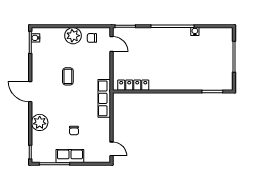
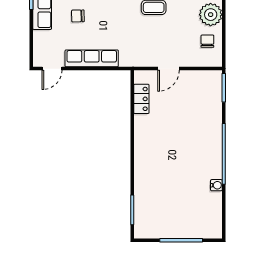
door: (112, 44) -> (169, 69), moved
locker: (133, 85) -> (141, 99), width x0.66
row of seats: (104, 98) -> (92, 58), moved

